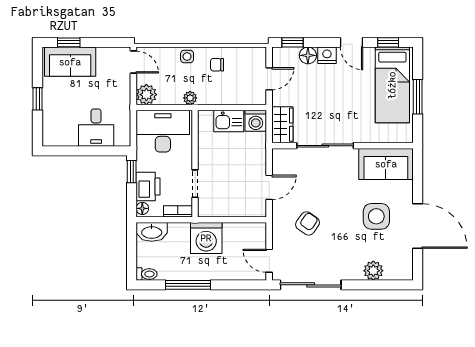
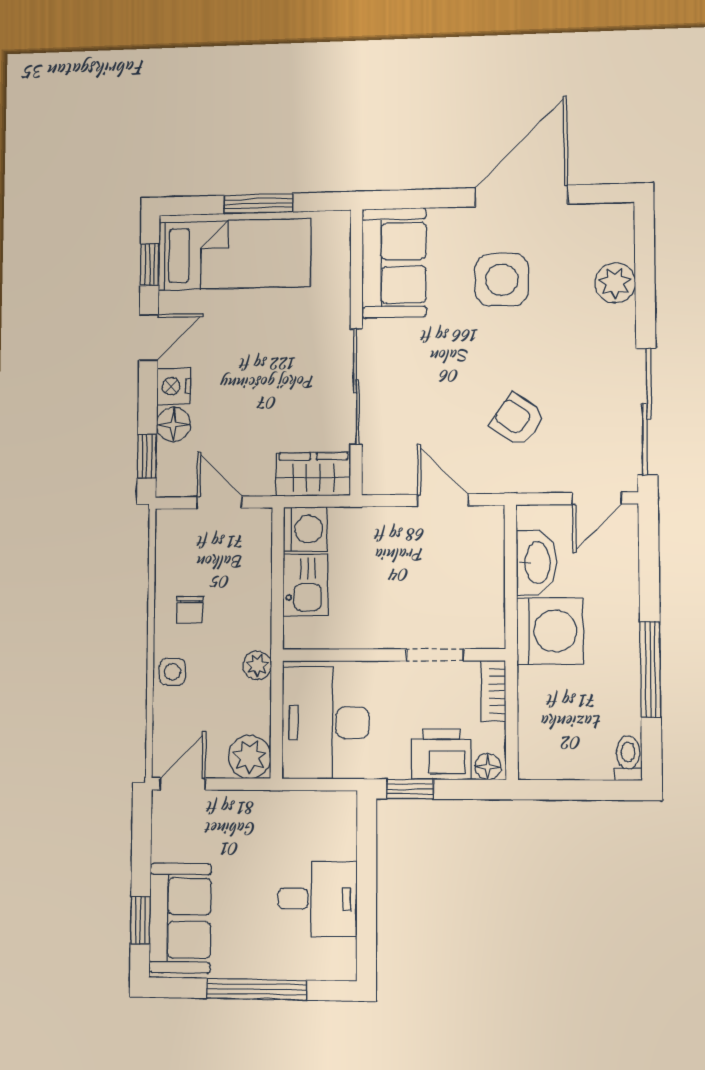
window: (38, 99) -> (257, 989), width x2.17
desk: (96, 128) -> (317, 899), moved
washbasin: (152, 232) -> (536, 563), moved

